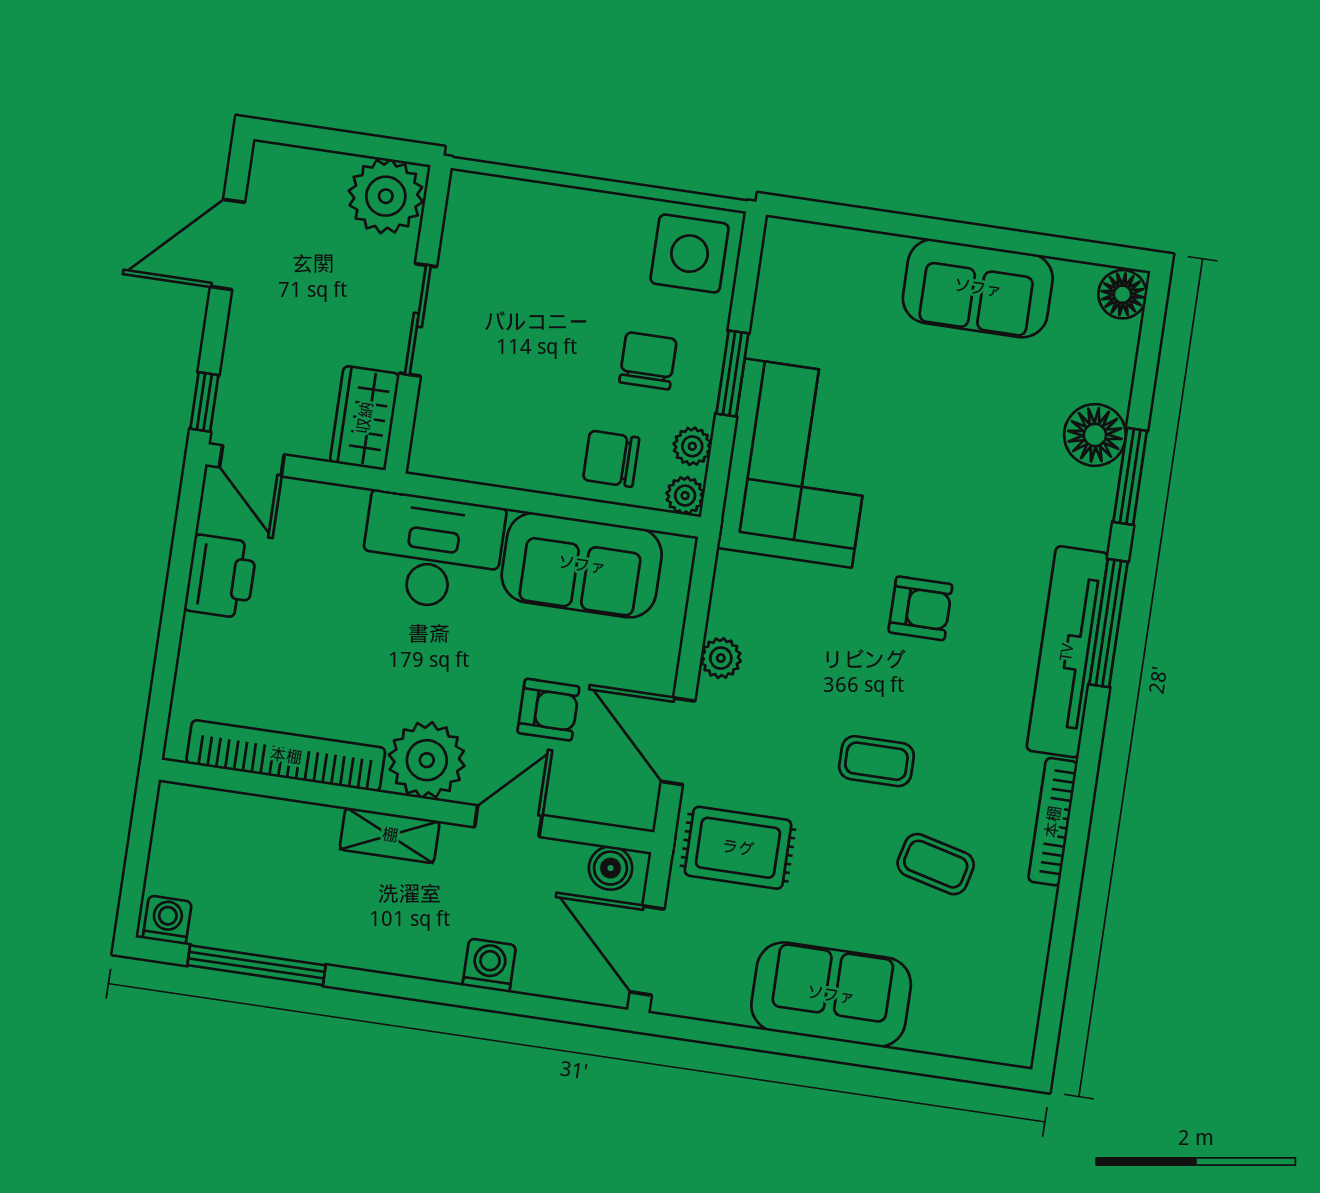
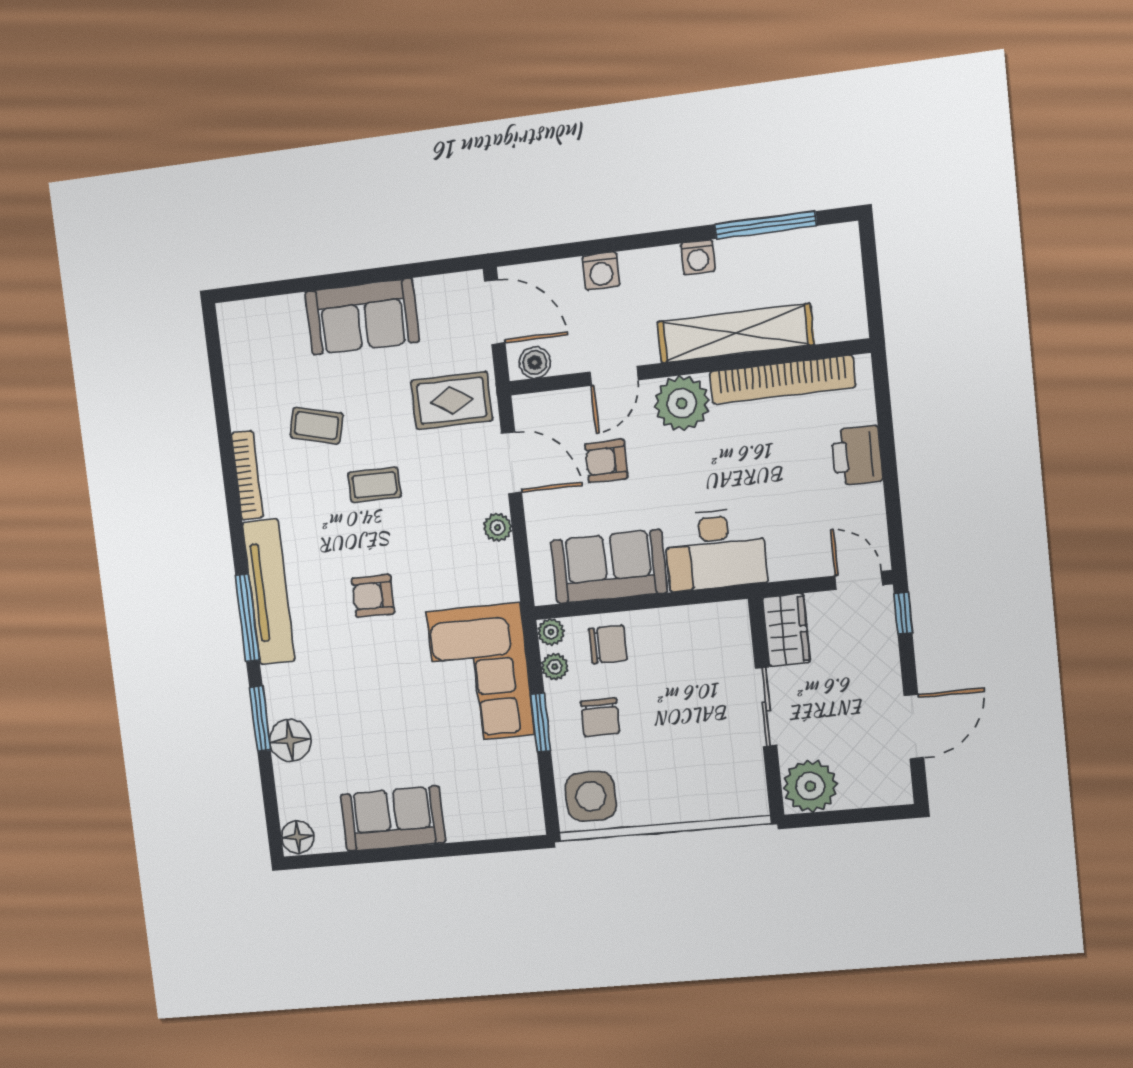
printer: (221, 577) -> (857, 456), moved
shelving: (390, 835) -> (735, 333), width x2.20, depth x1.33
washing machine: (167, 920) -> (698, 257), moved

